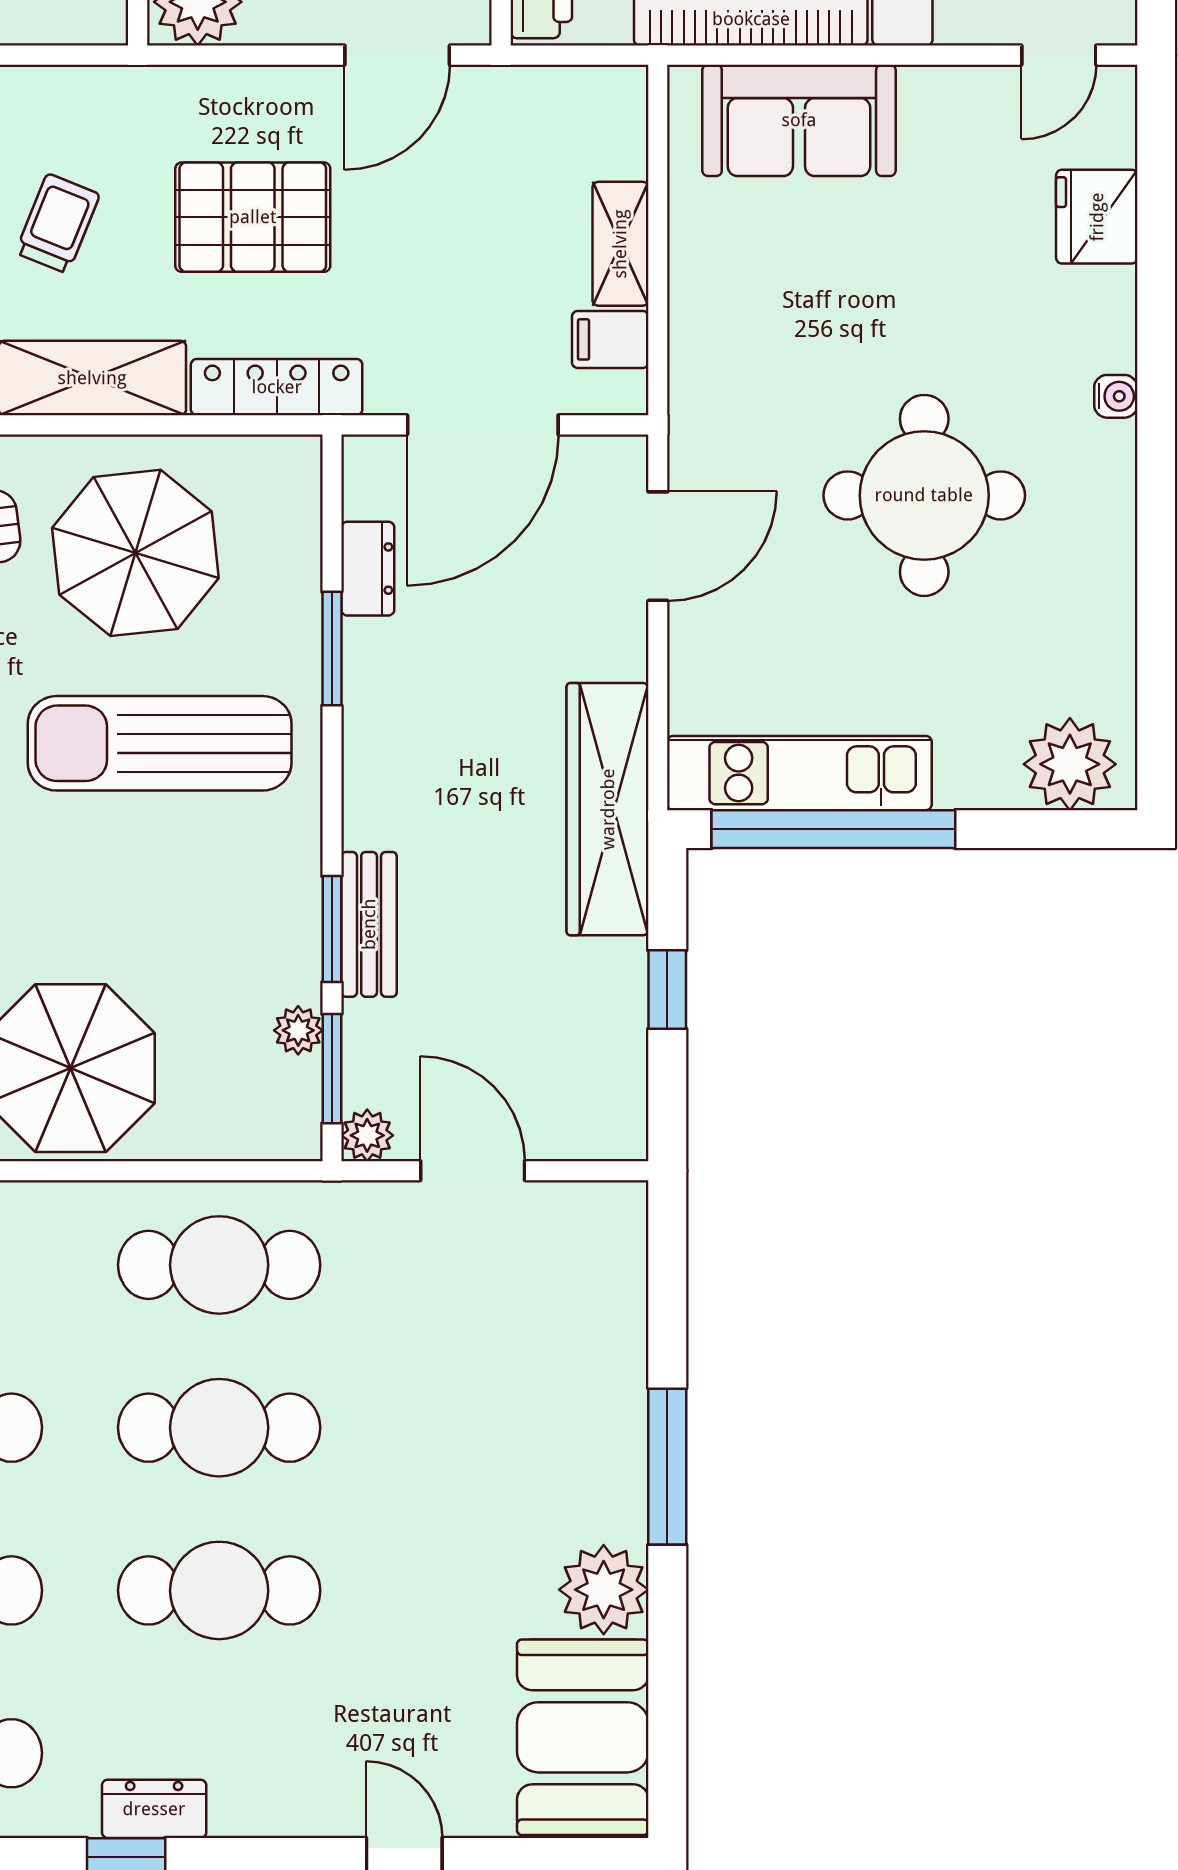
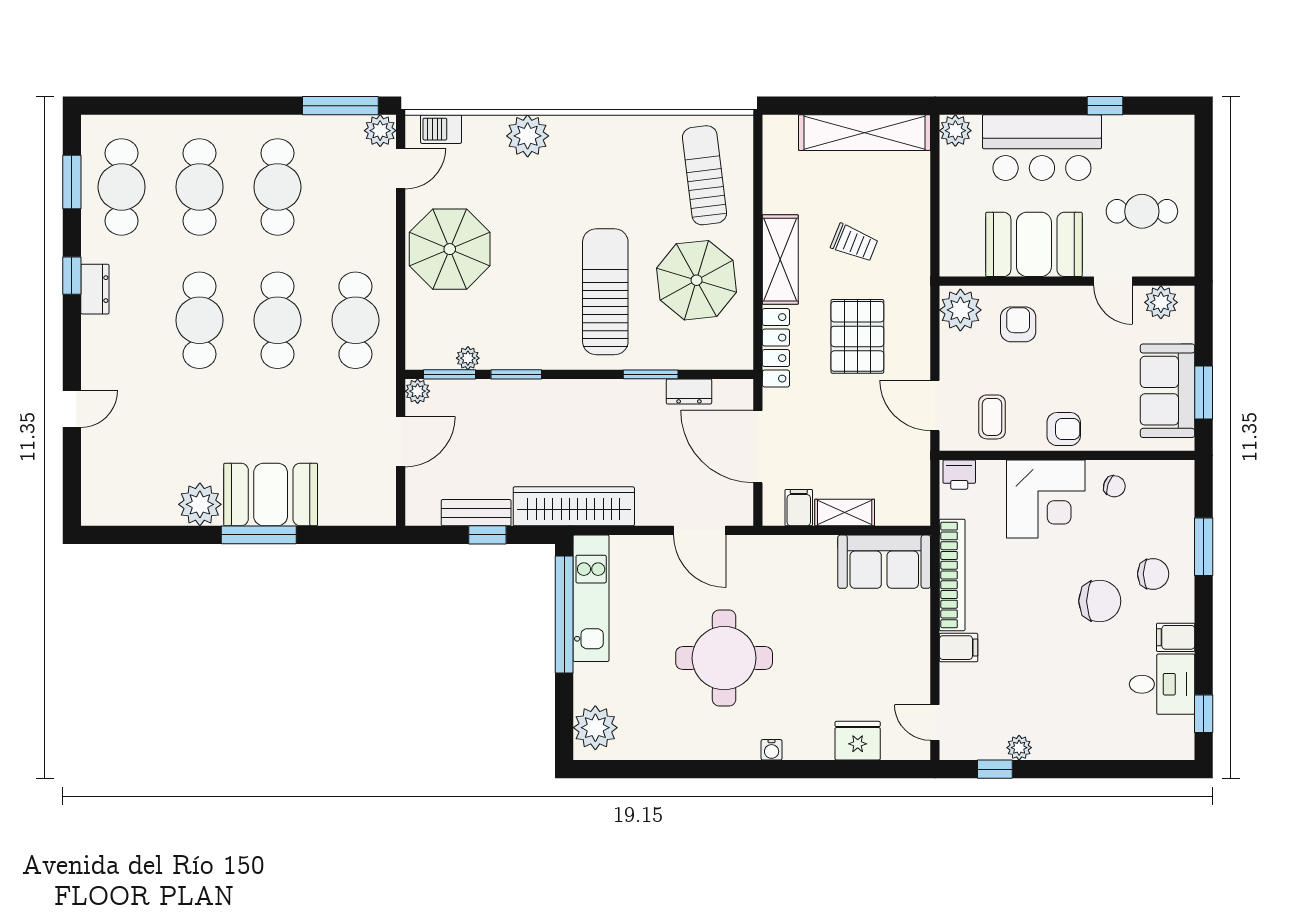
sofa: (799, 120) -> (884, 562), moved, turned -90
bench: (369, 924) -> (476, 513), moved
booth: (583, 1737) -> (271, 494), moved

